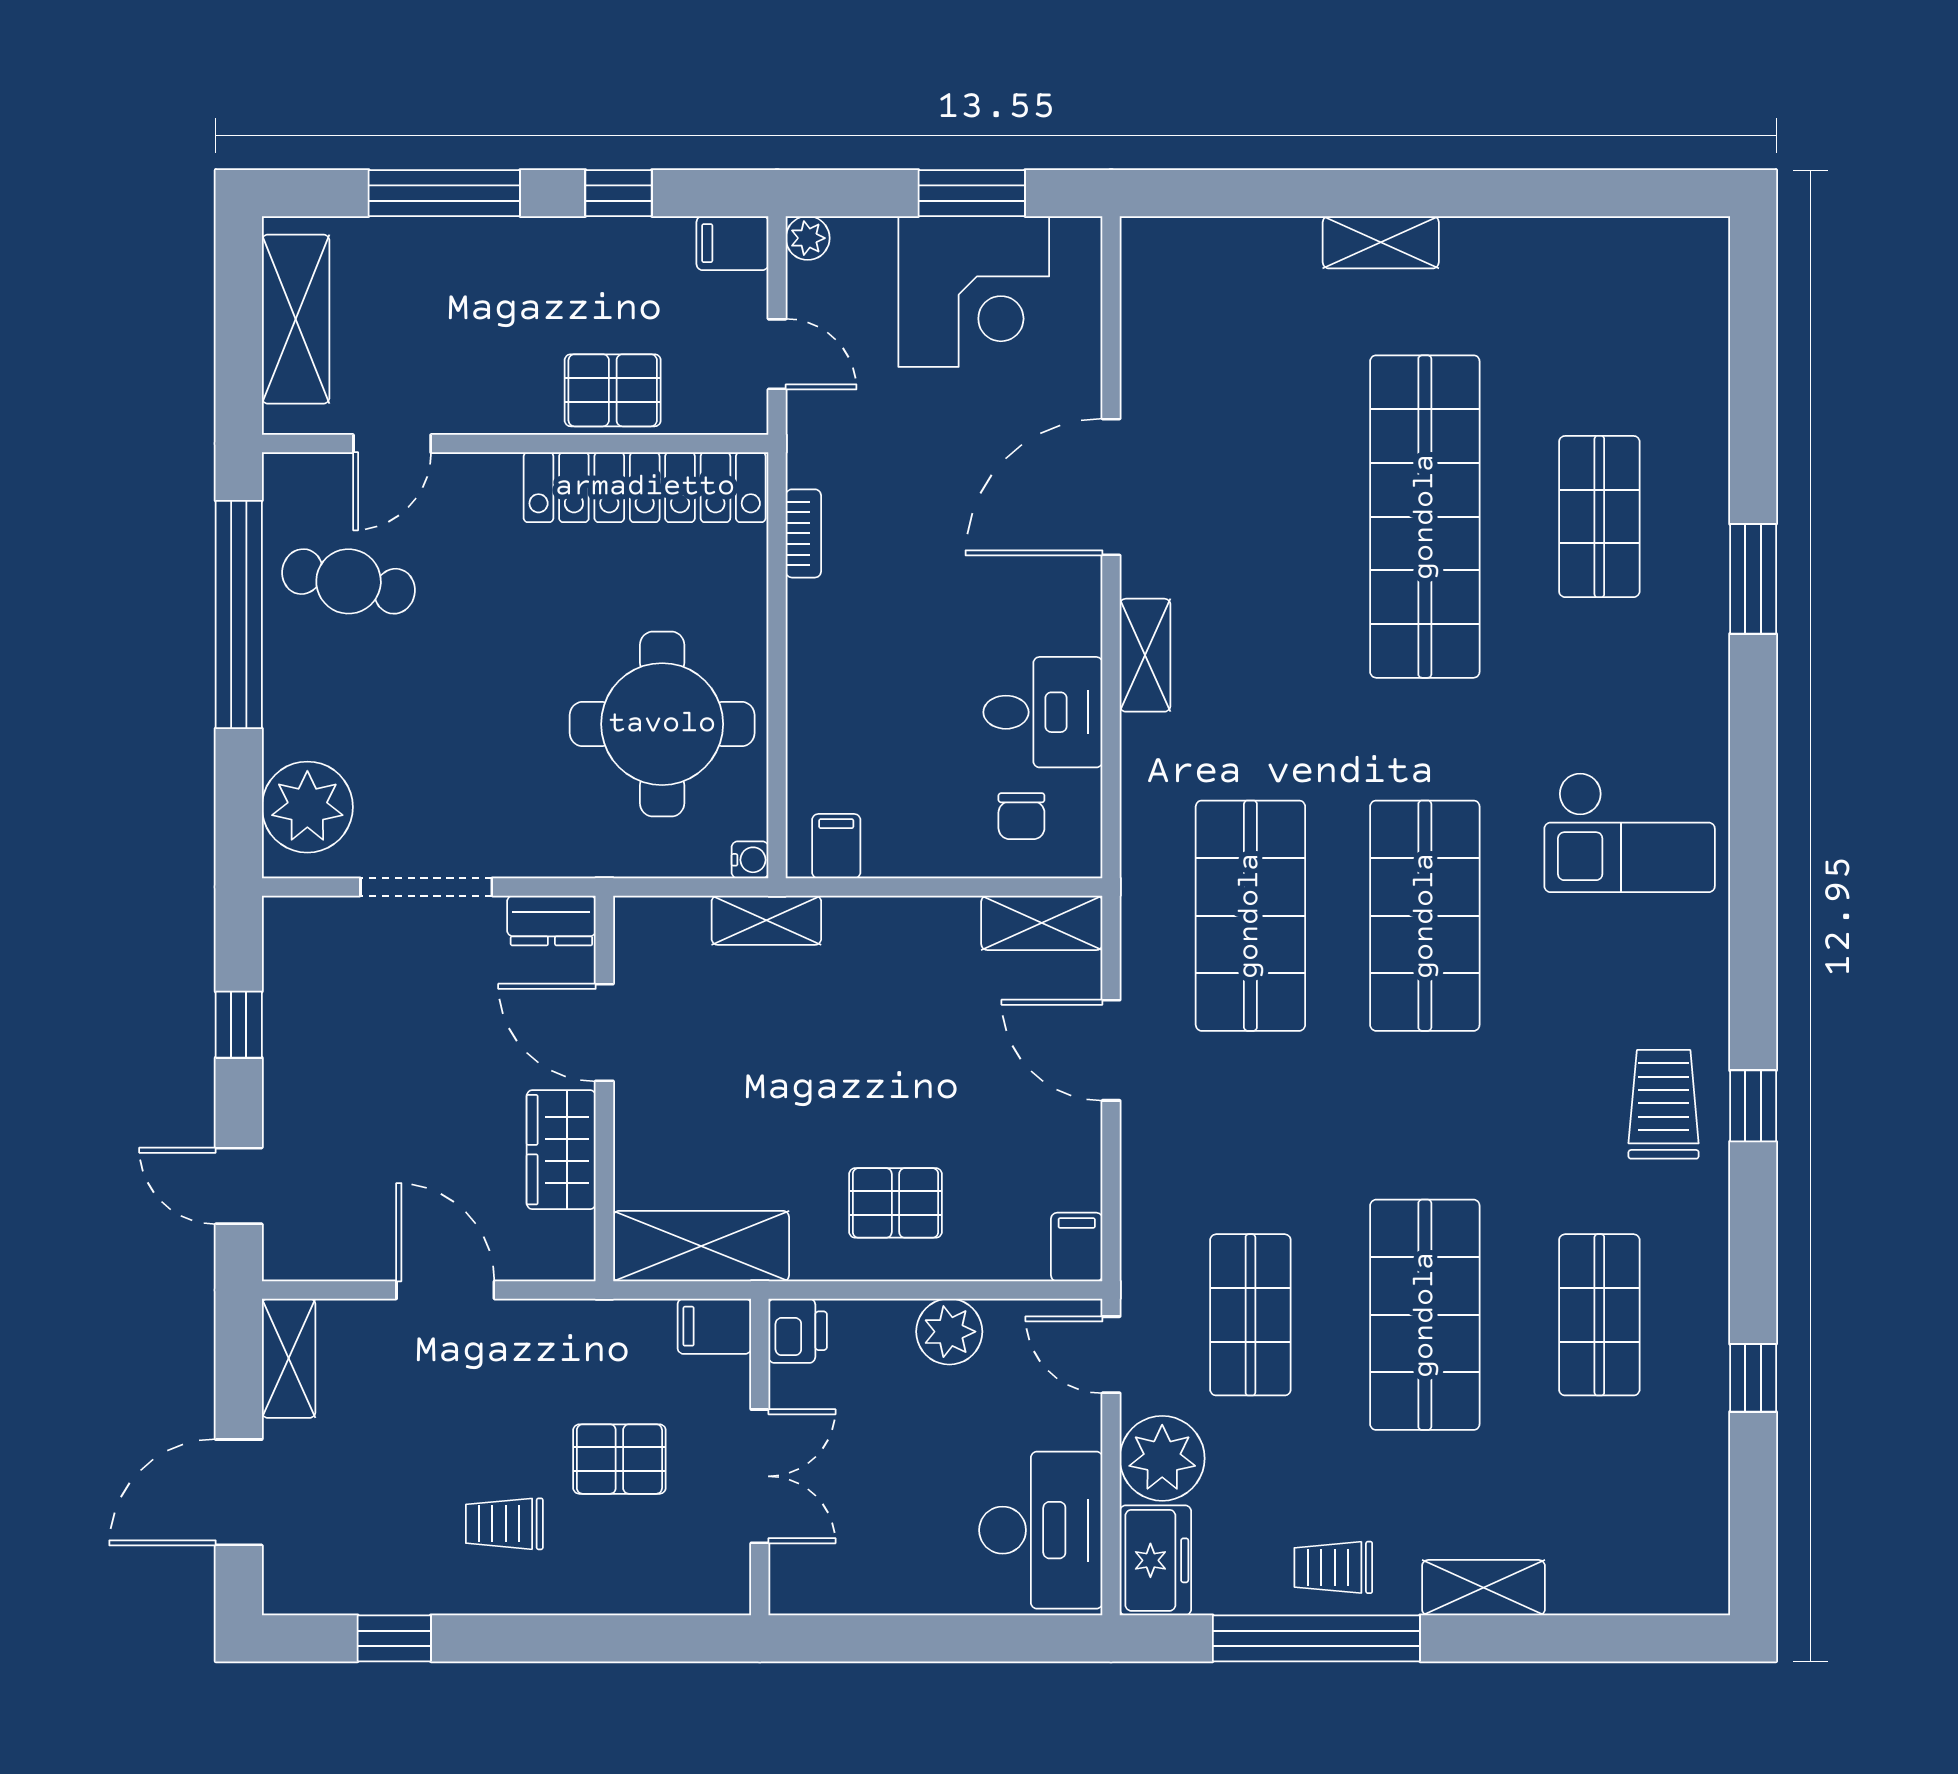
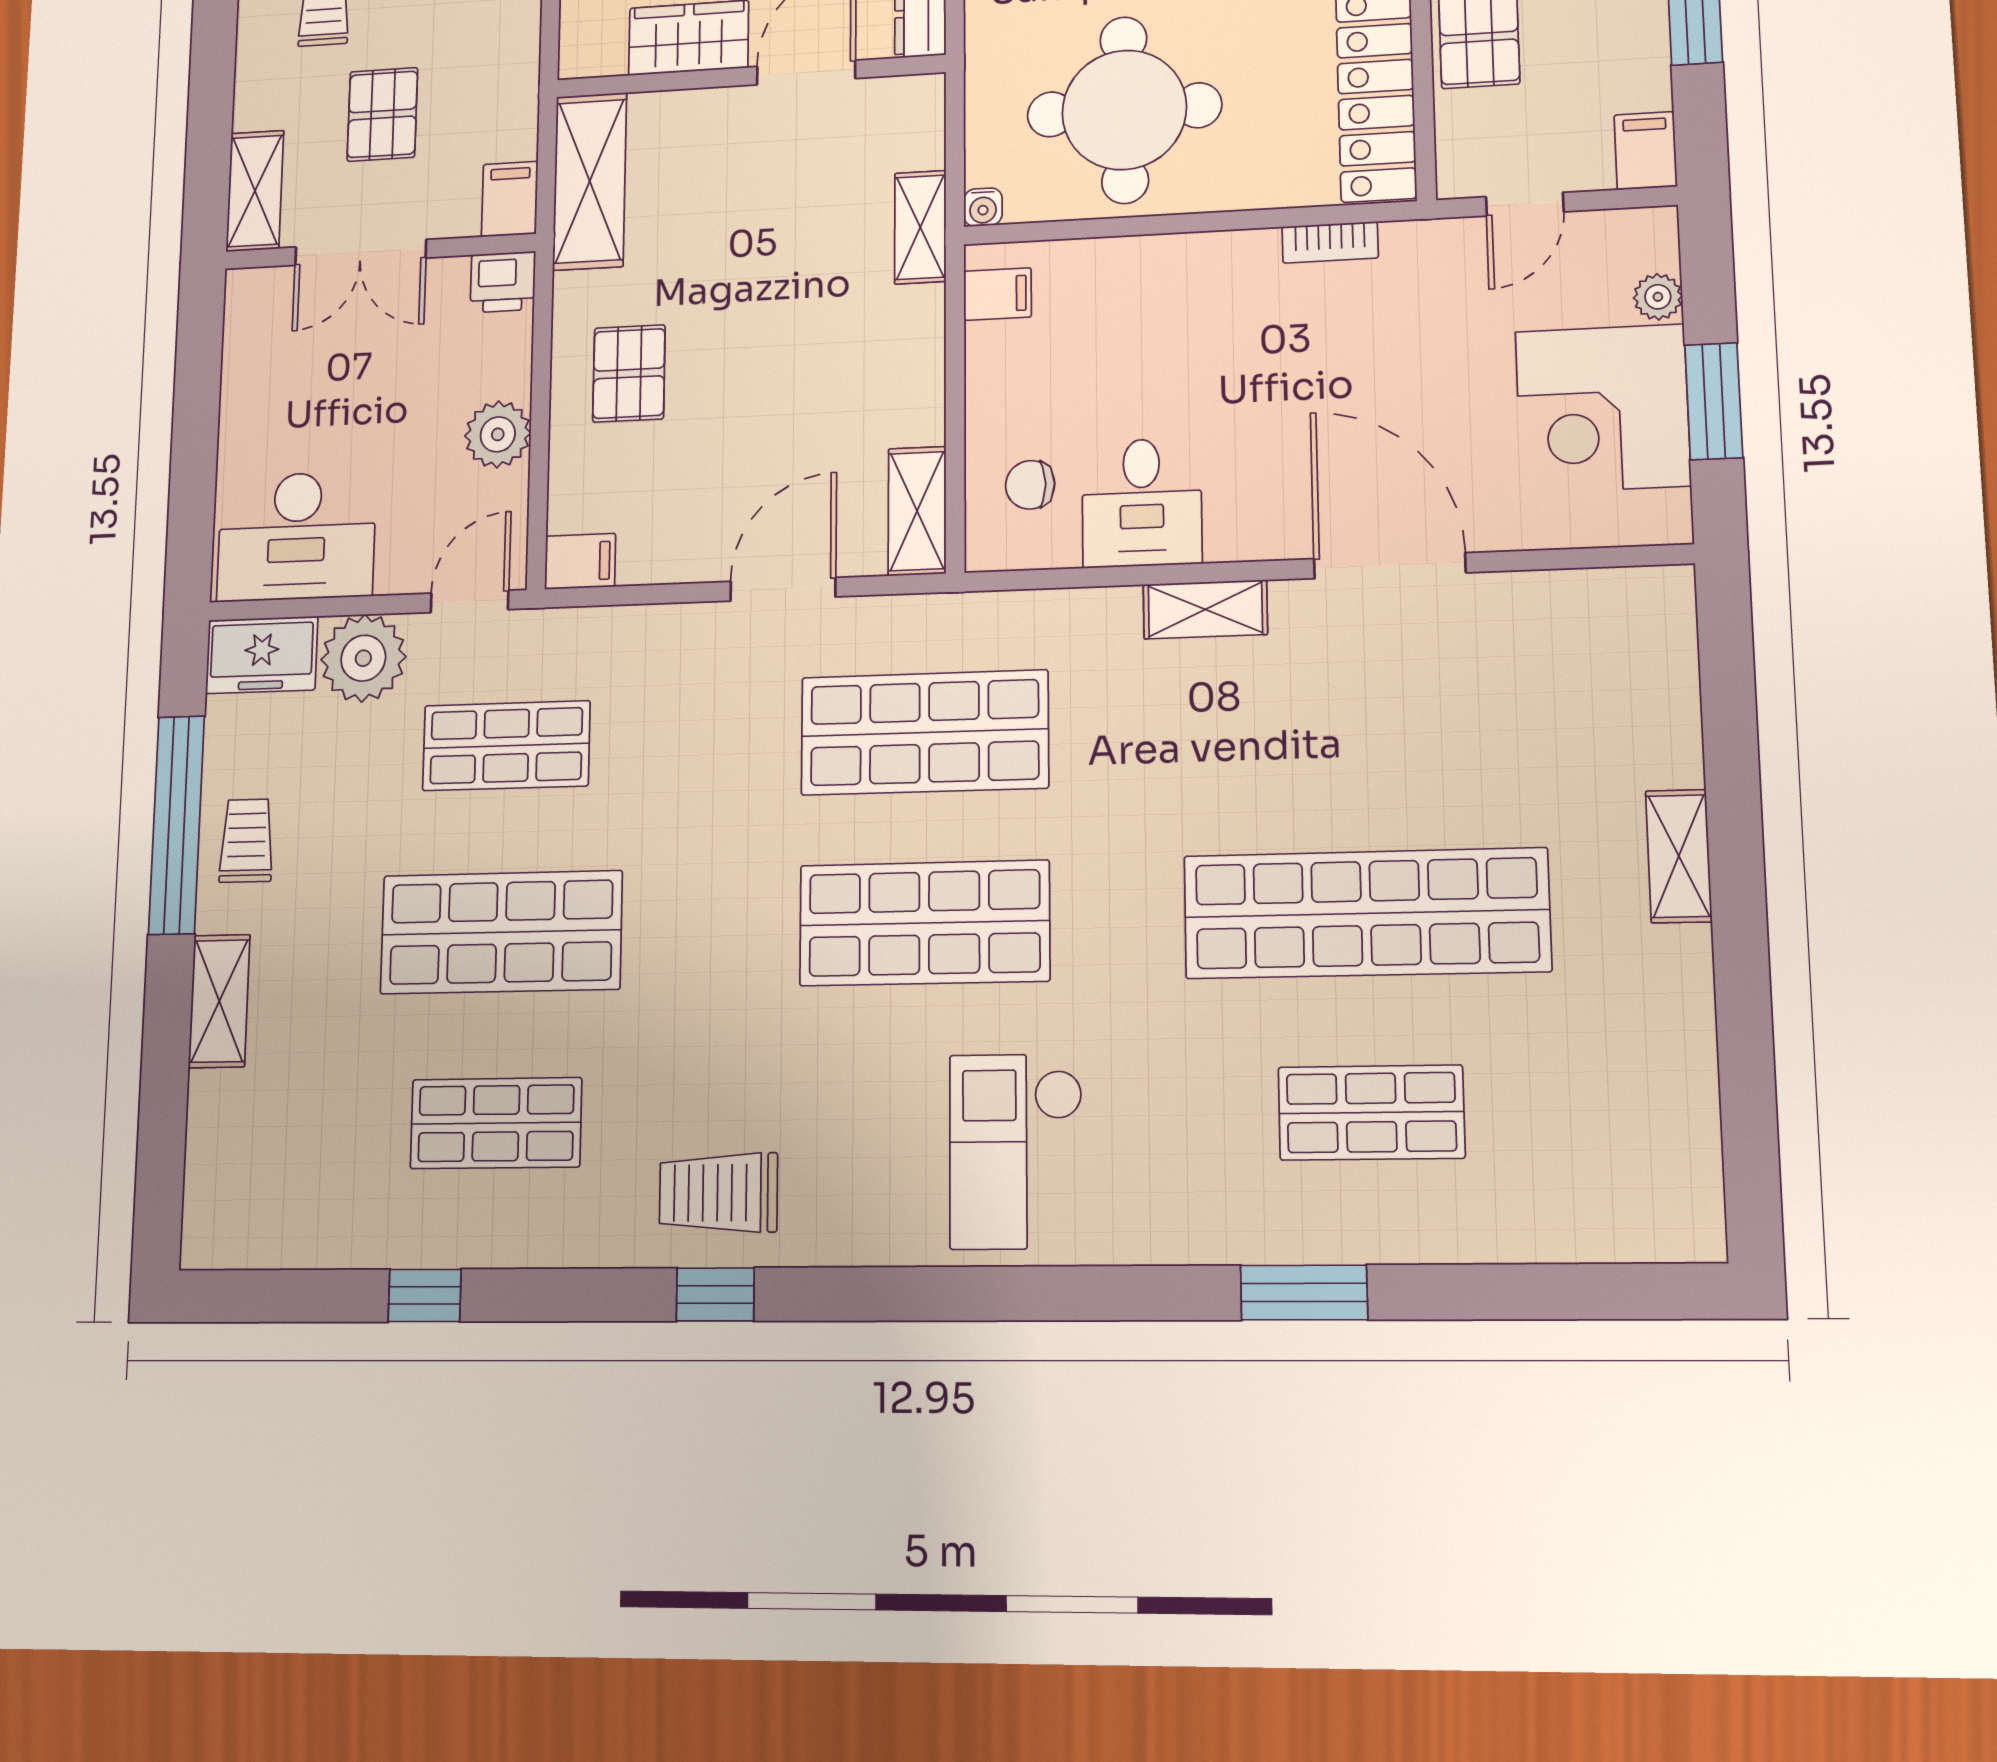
plant: (808, 238) -> (1658, 297), moved
trolley: (1664, 1104) -> (718, 1193), turned 180
shelving: (690, 1588) -> (255, 191), added

